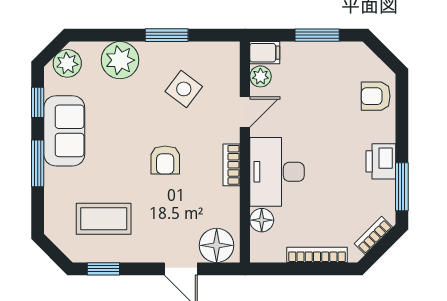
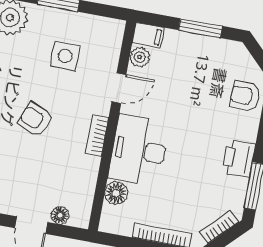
side table: (184, 89) -> (65, 56), turned -37
armchair: (165, 160) -> (35, 120), turned 112
floor lamp: (217, 245) -> (60, 215), width x0.53, depth x0.53

